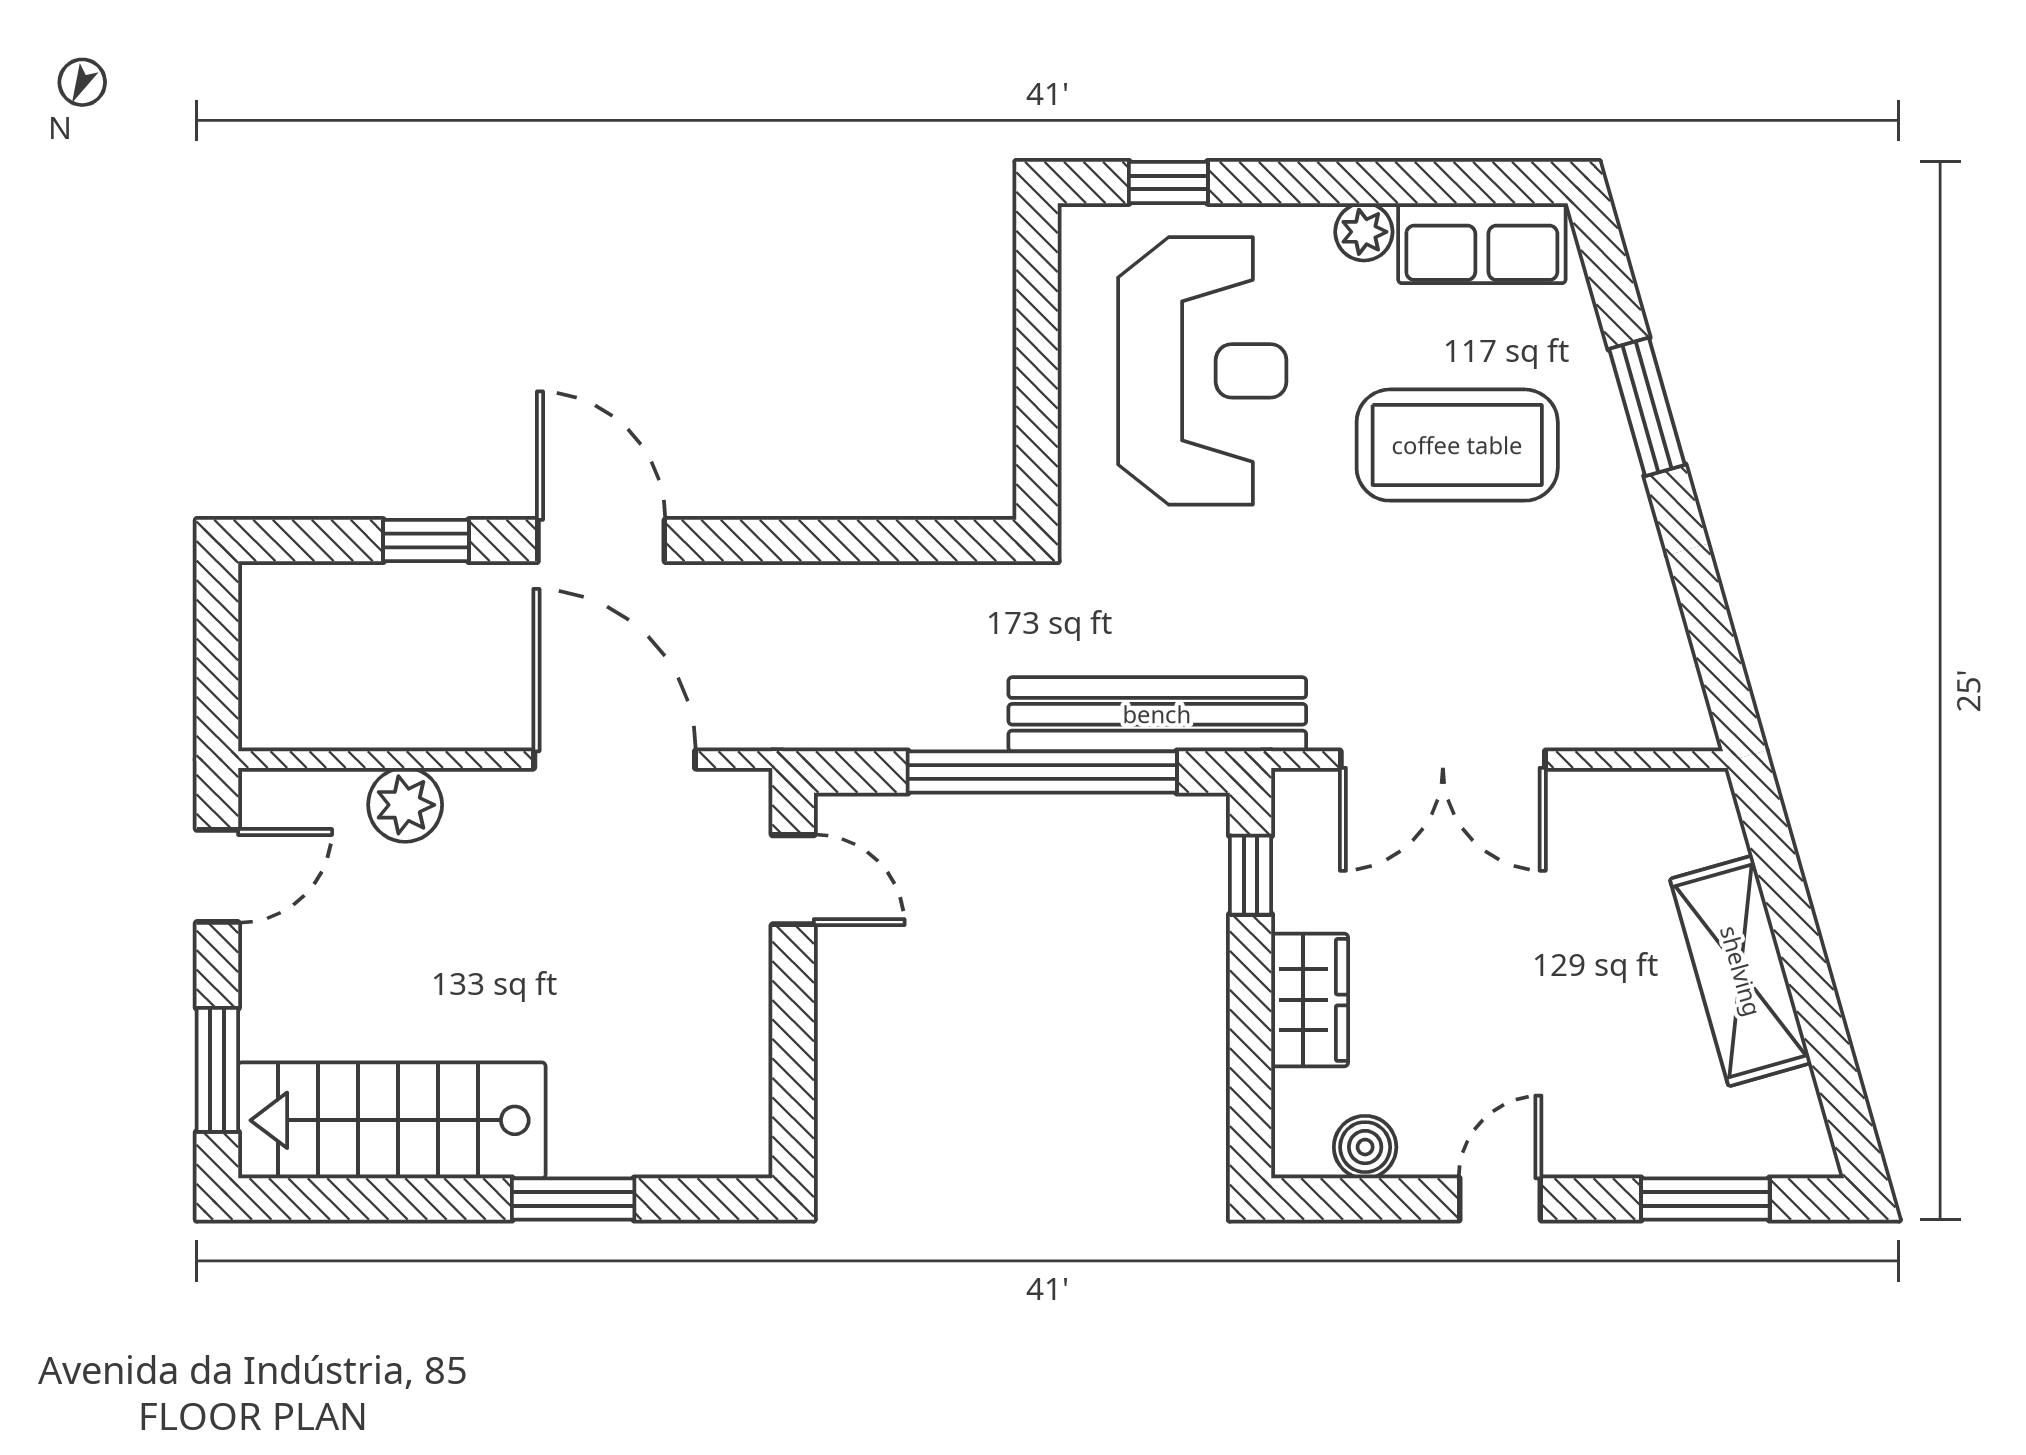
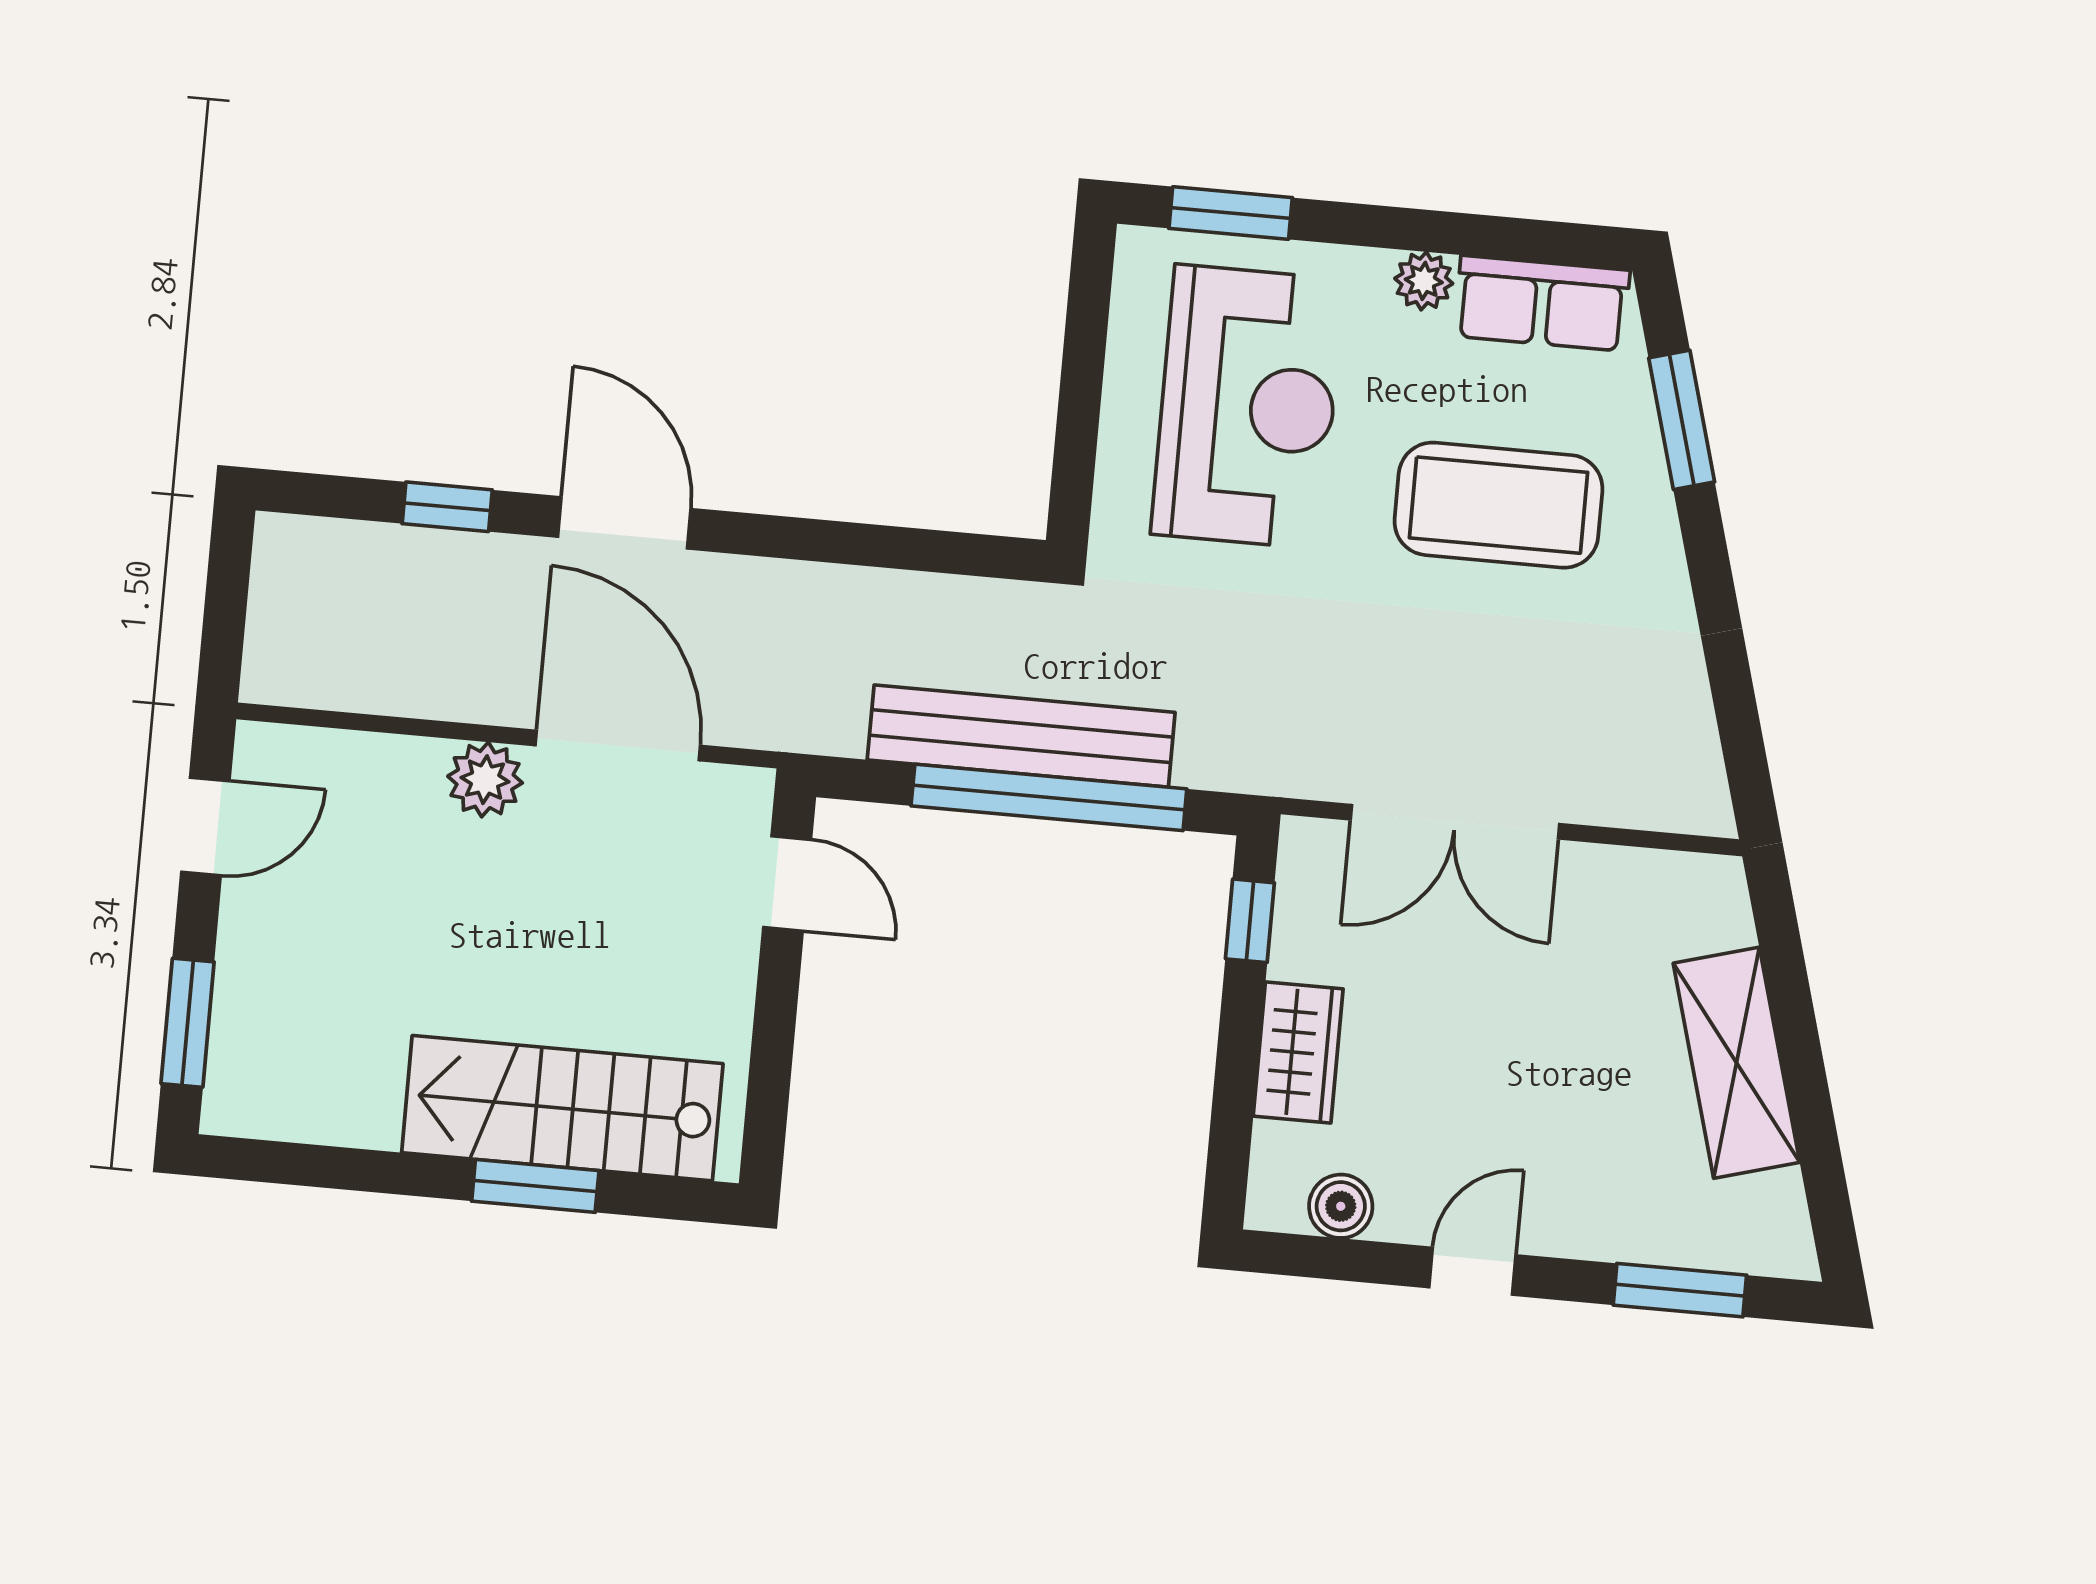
window: (1168, 182) -> (1231, 213), width x1.50
window: (1647, 407) -> (1682, 420), moved
bench: (1157, 714) -> (1021, 736), moved
plant: (405, 805) -> (485, 780), moved
stairs: (392, 1120) -> (562, 1108), moved

